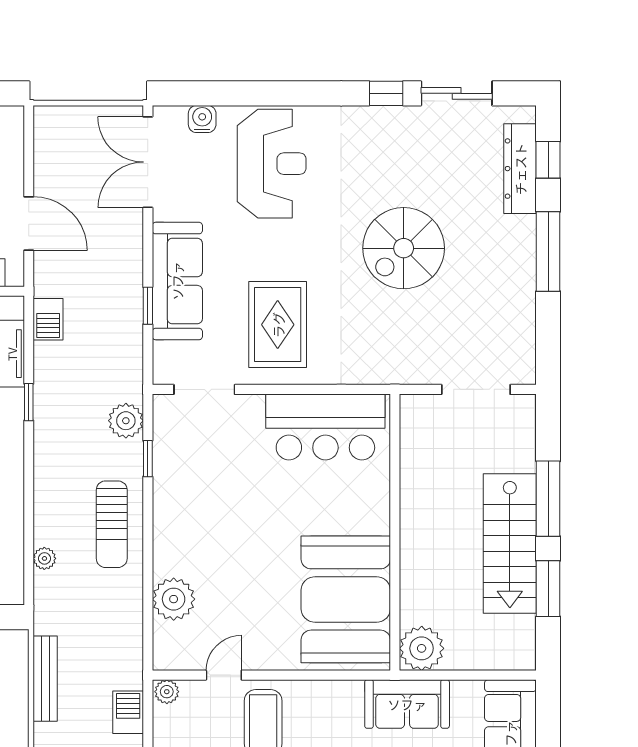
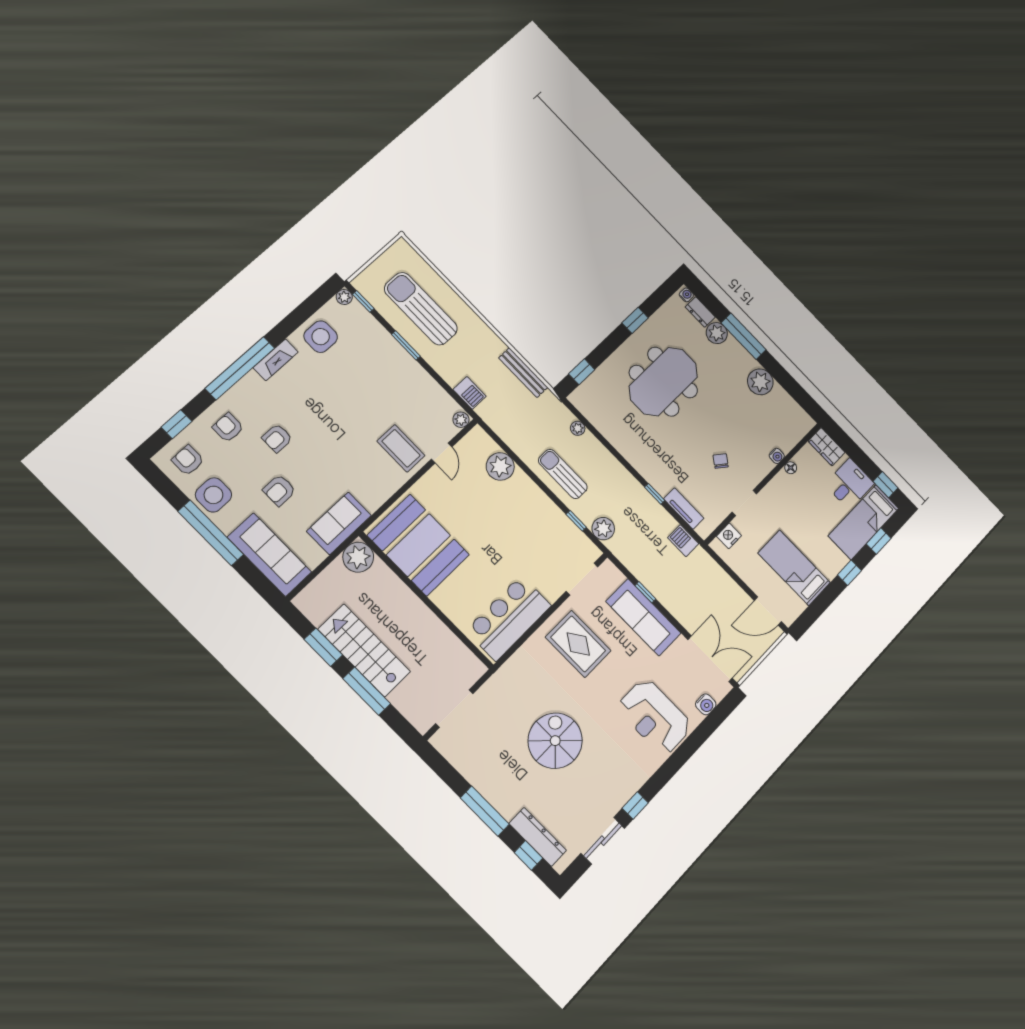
door: (29, 223) -> (768, 611), moved

